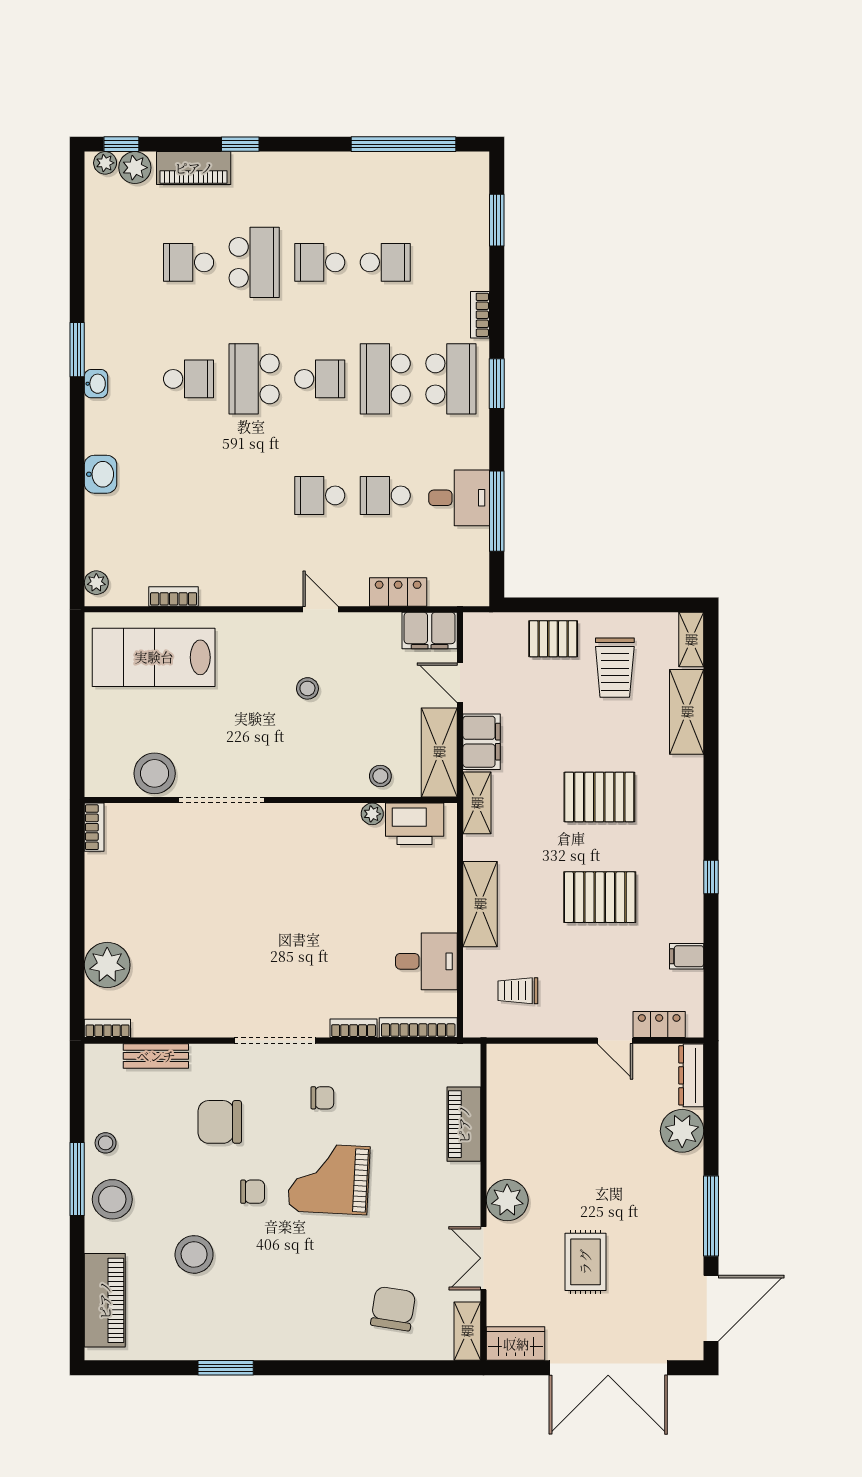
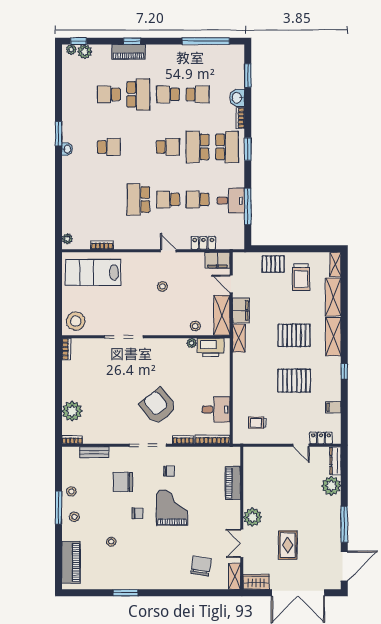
piano: (194, 168) -> (129, 52), moved
school desk: (254, 379) -> (138, 199), moved
washbasin: (101, 474) -> (237, 98), moved, turned 180
stool: (155, 773) -> (76, 321), moved
shelving: (480, 904) -> (333, 337), moved
armchair: (298, 954) -> (158, 406), added
grand piano: (329, 1179) -> (172, 508), turned 87
stool: (112, 1199) -> (74, 517), width x0.53, depth x0.53
stool: (194, 1254) -> (111, 542), width x0.53, depth x0.53

